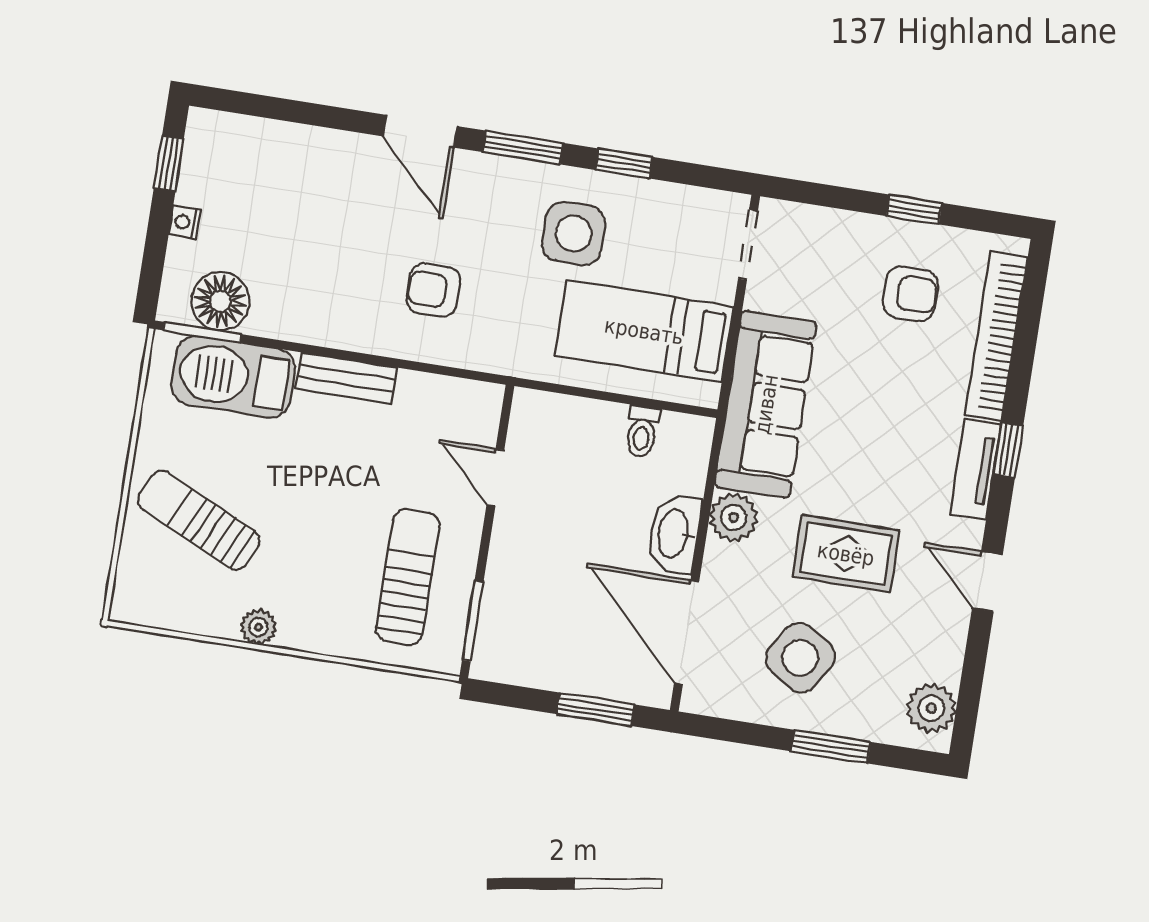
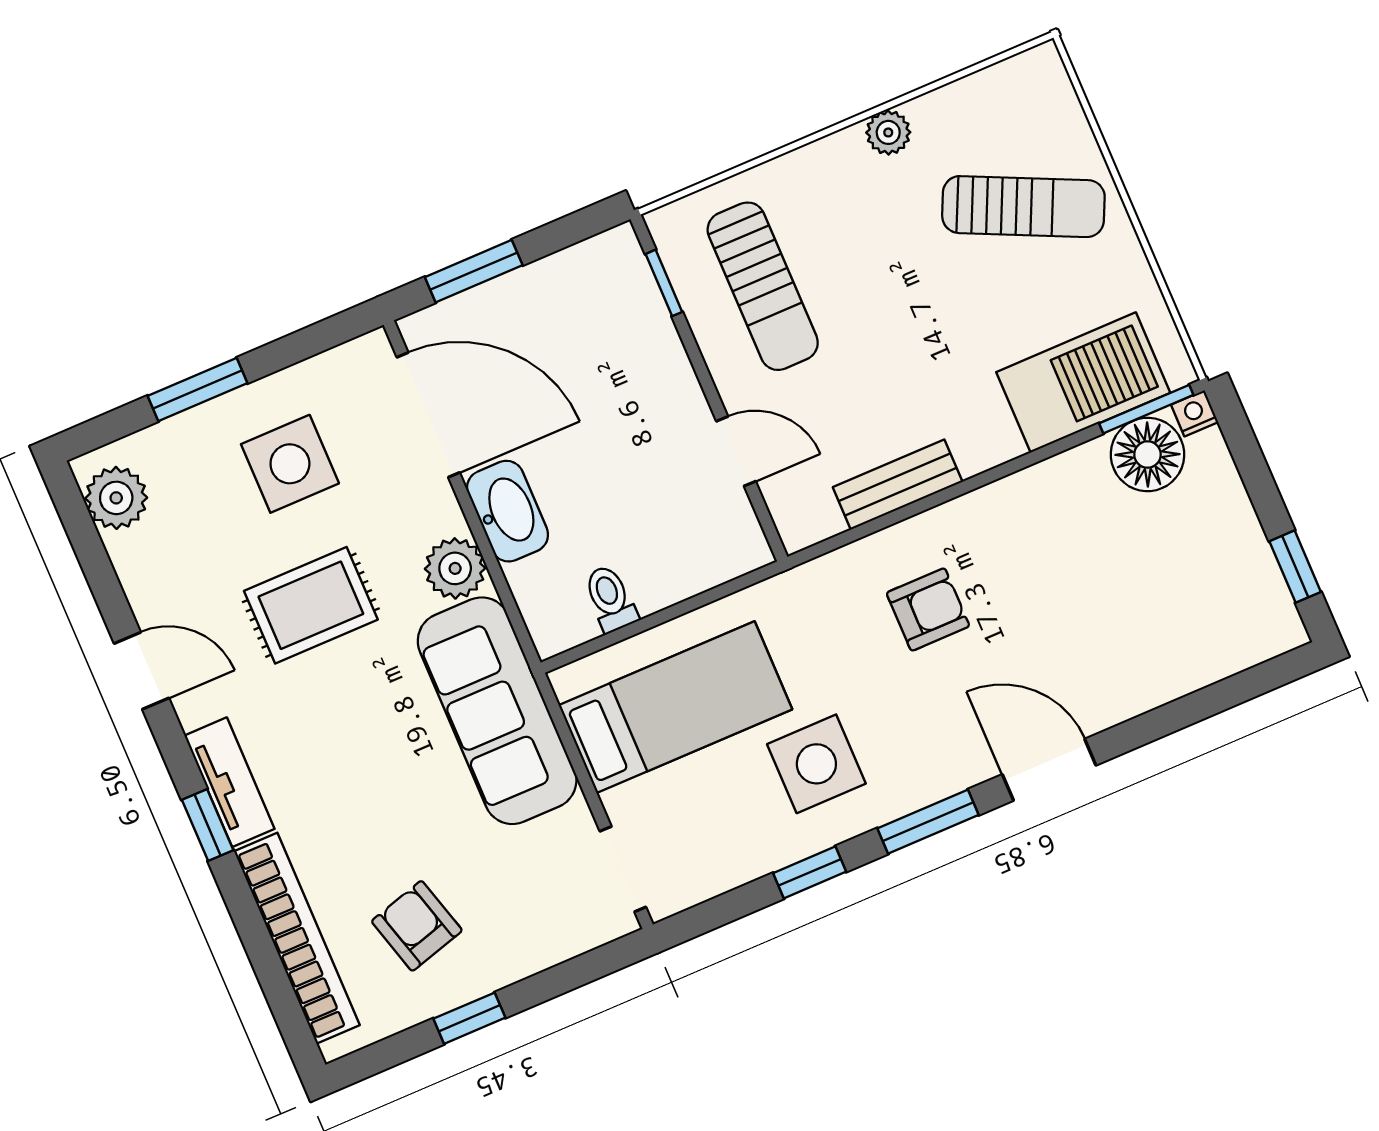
nightstand: (184, 222) -> (1195, 413), moved, turned -90
armchair: (910, 294) -> (417, 926), turned 74
bench: (346, 378) -> (898, 485), moved
window: (473, 621) -> (664, 283), width x0.67
side table: (800, 658) -> (290, 464), turned -32

